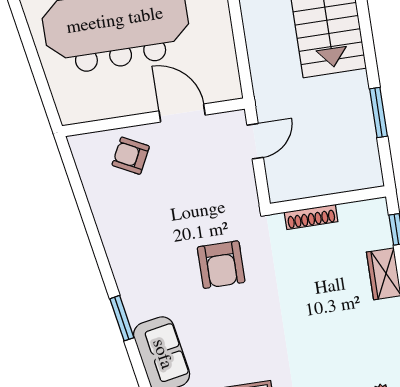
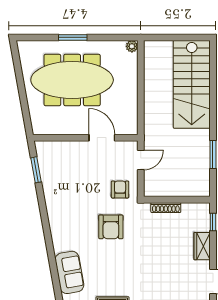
armchair: (131, 156) -> (120, 189), moved, turned 63
window: (122, 318) -> (36, 170), moved

